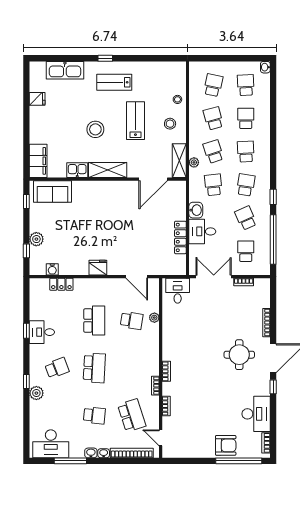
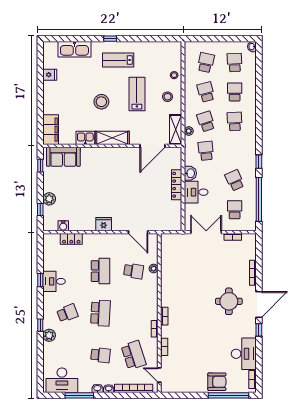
school desk: (246, 185) -> (235, 151), removed
locker: (180, 237) -> (177, 185), moved
desk: (178, 291) -> (174, 245), removed

